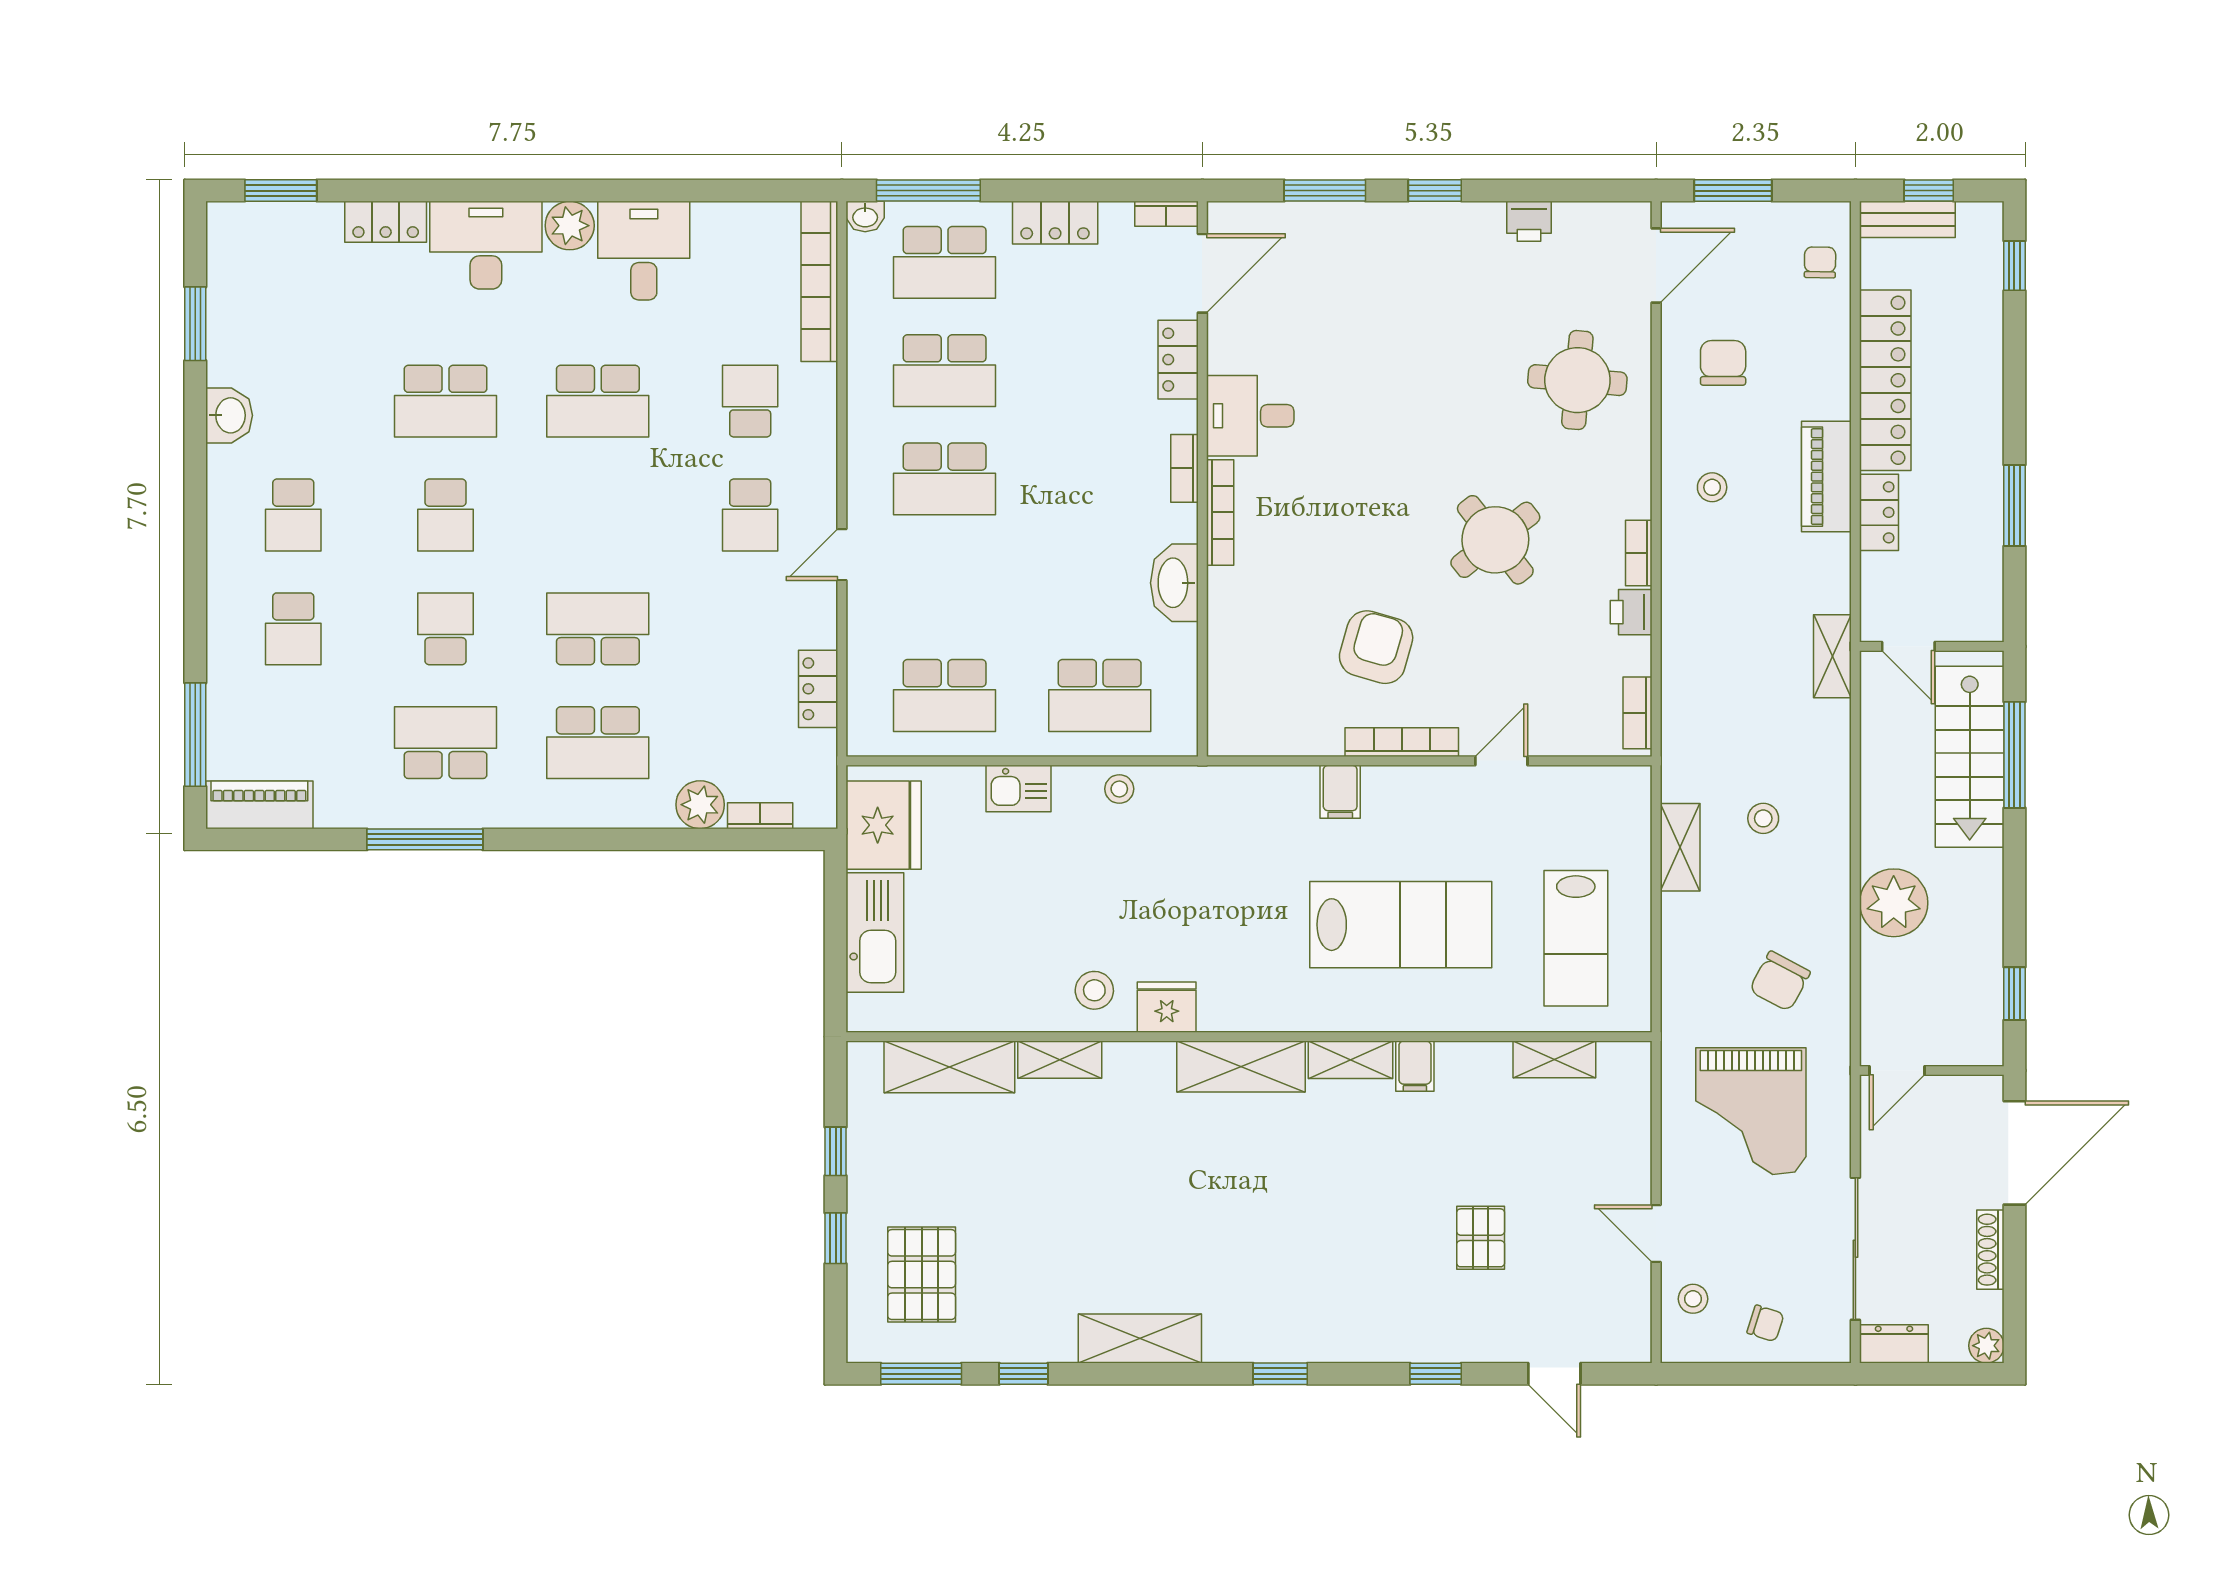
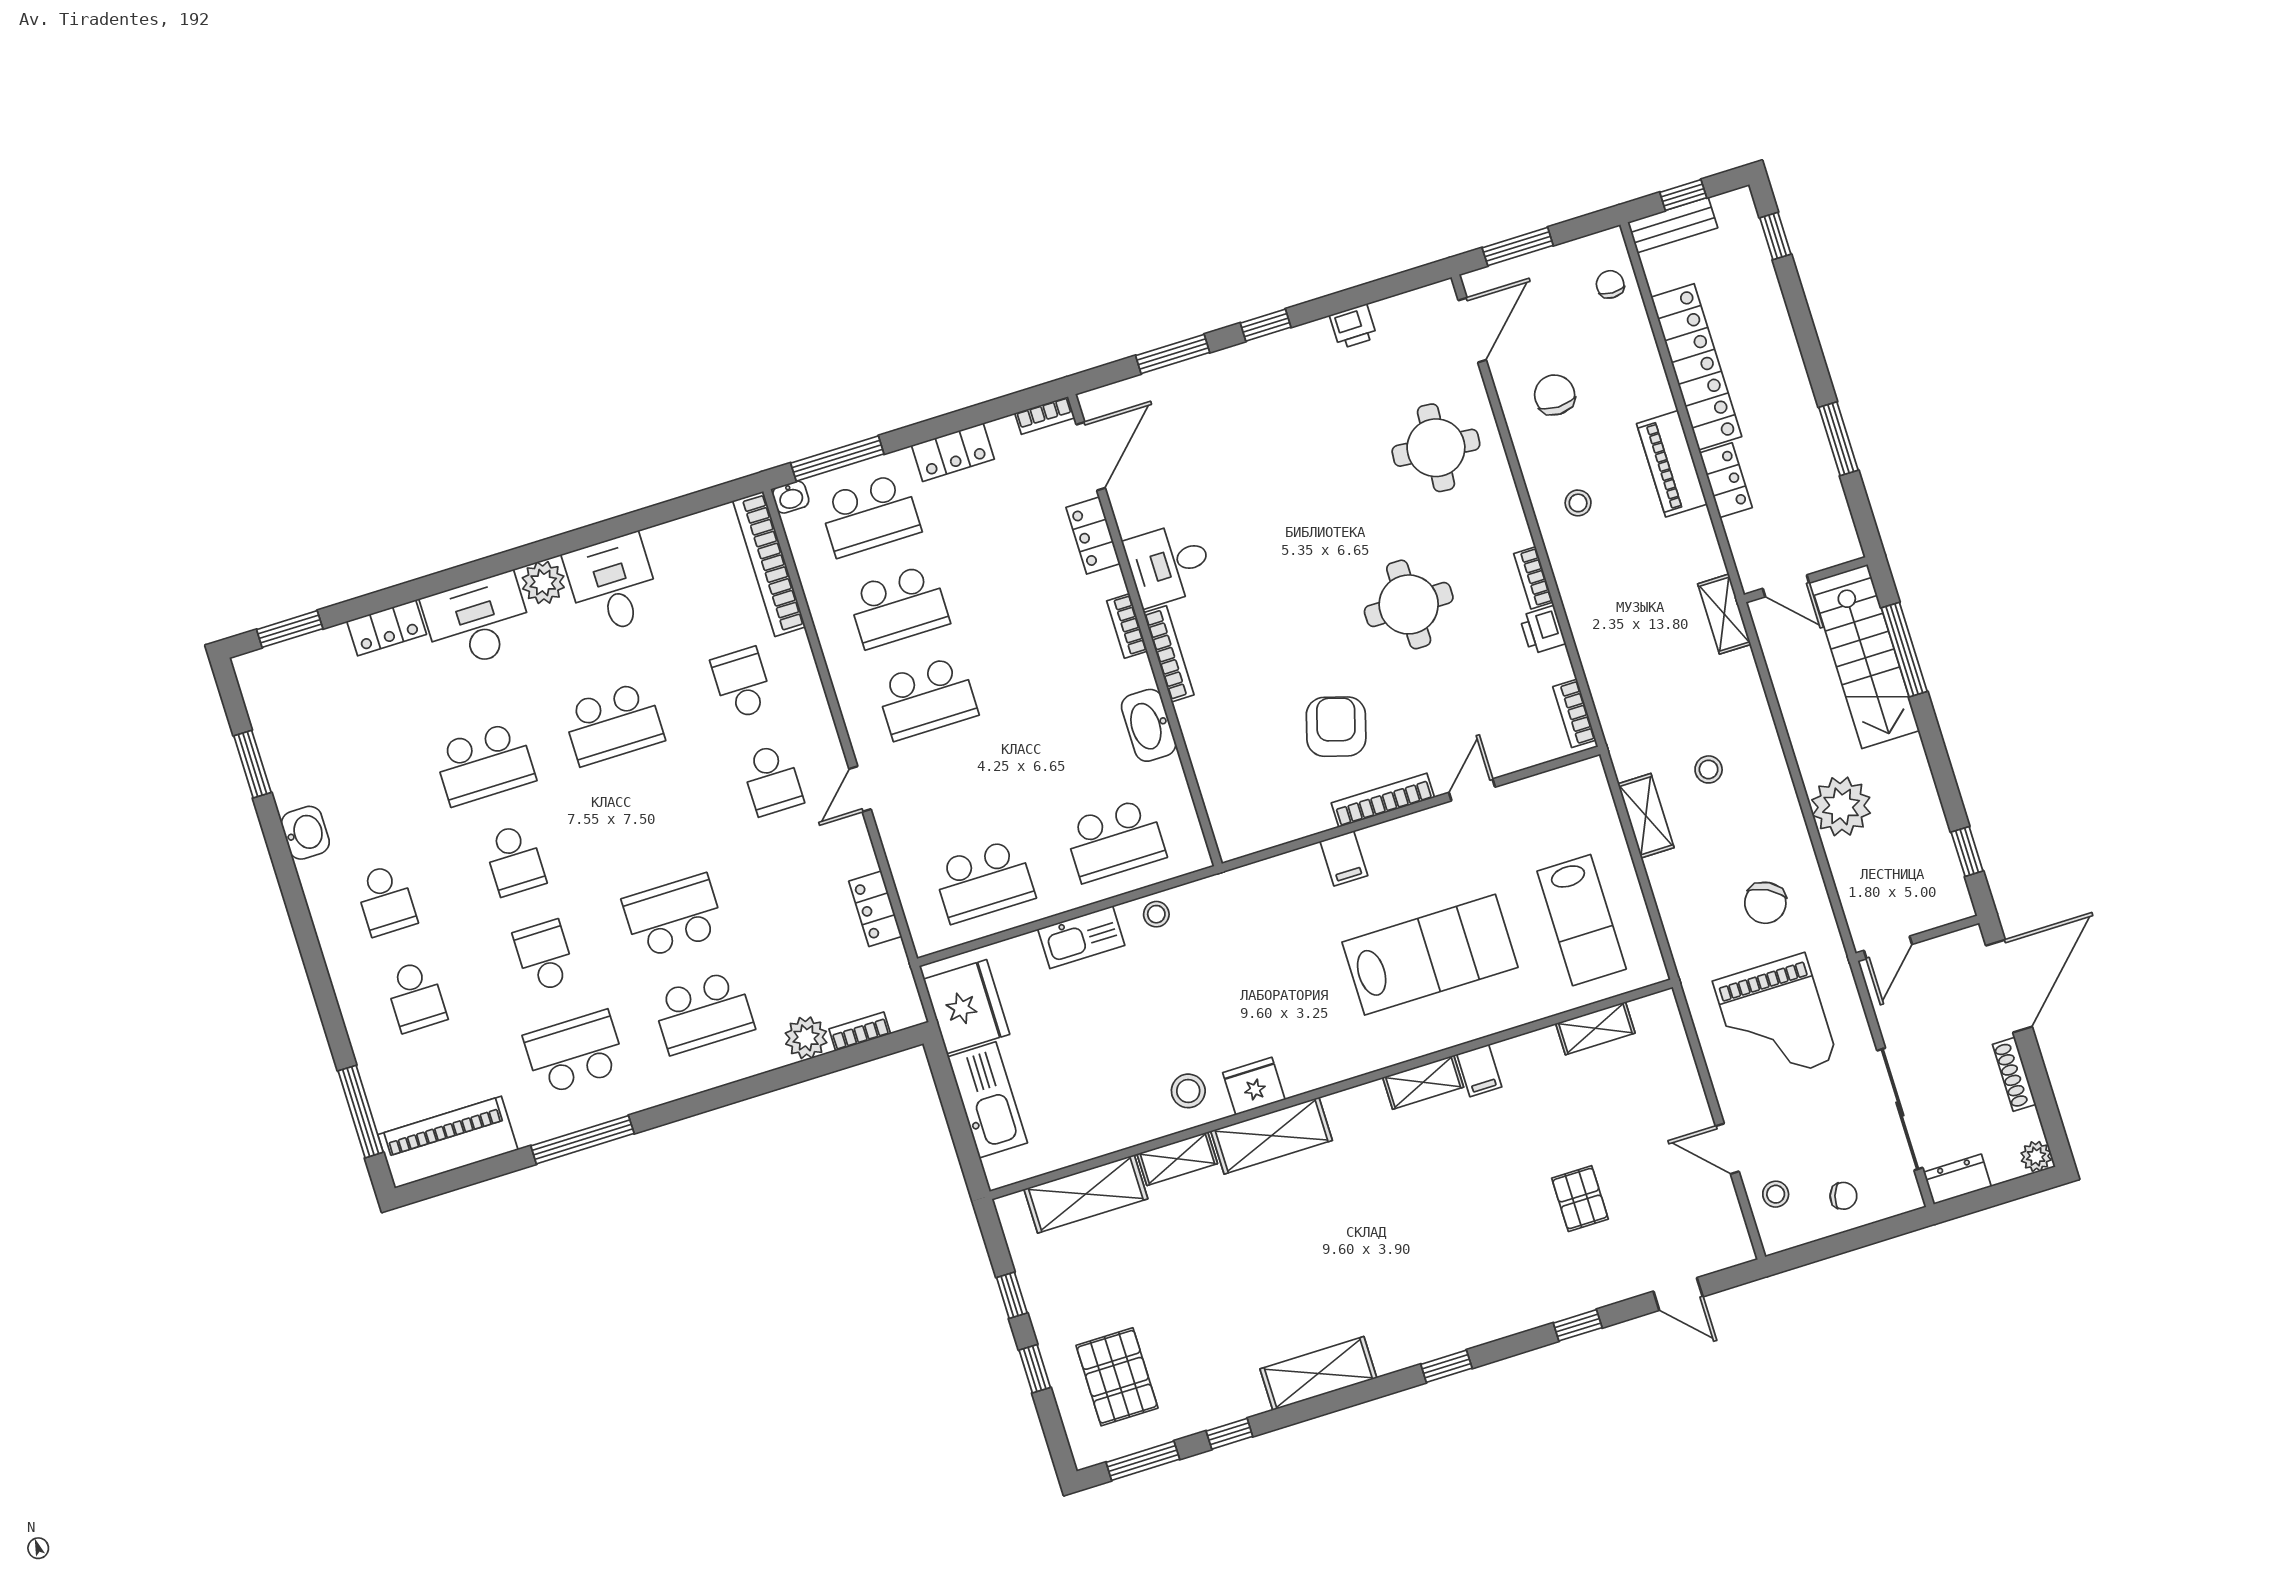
round table: (1495, 540) -> (1409, 604), turned 38
kitchen sink: (1019, 789) -> (1081, 937), width x1.38
piano: (259, 805) -> (448, 1142), width x1.37, depth x1.33
shelving: (1241, 1066) -> (1271, 1136), moved

